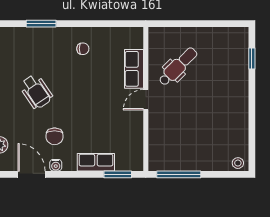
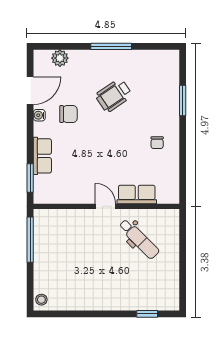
chair: (55, 136) -> (68, 114), turned 180

